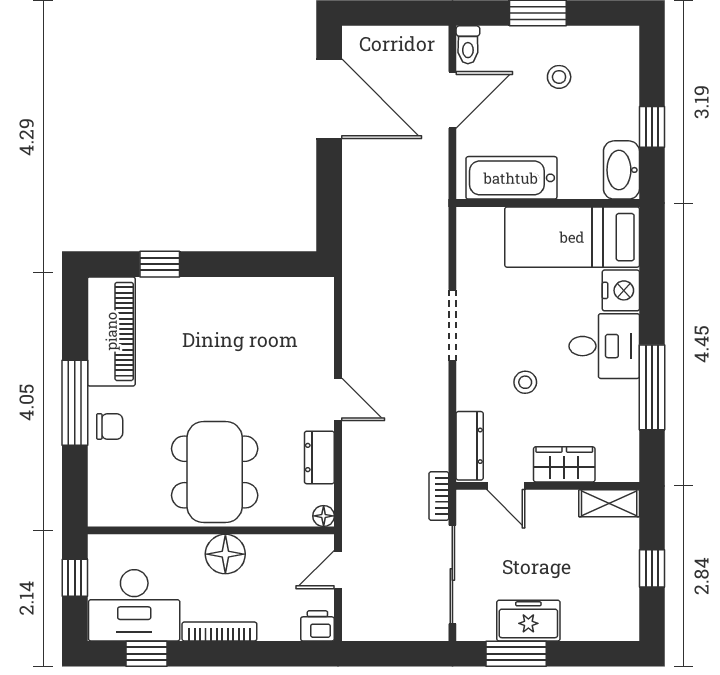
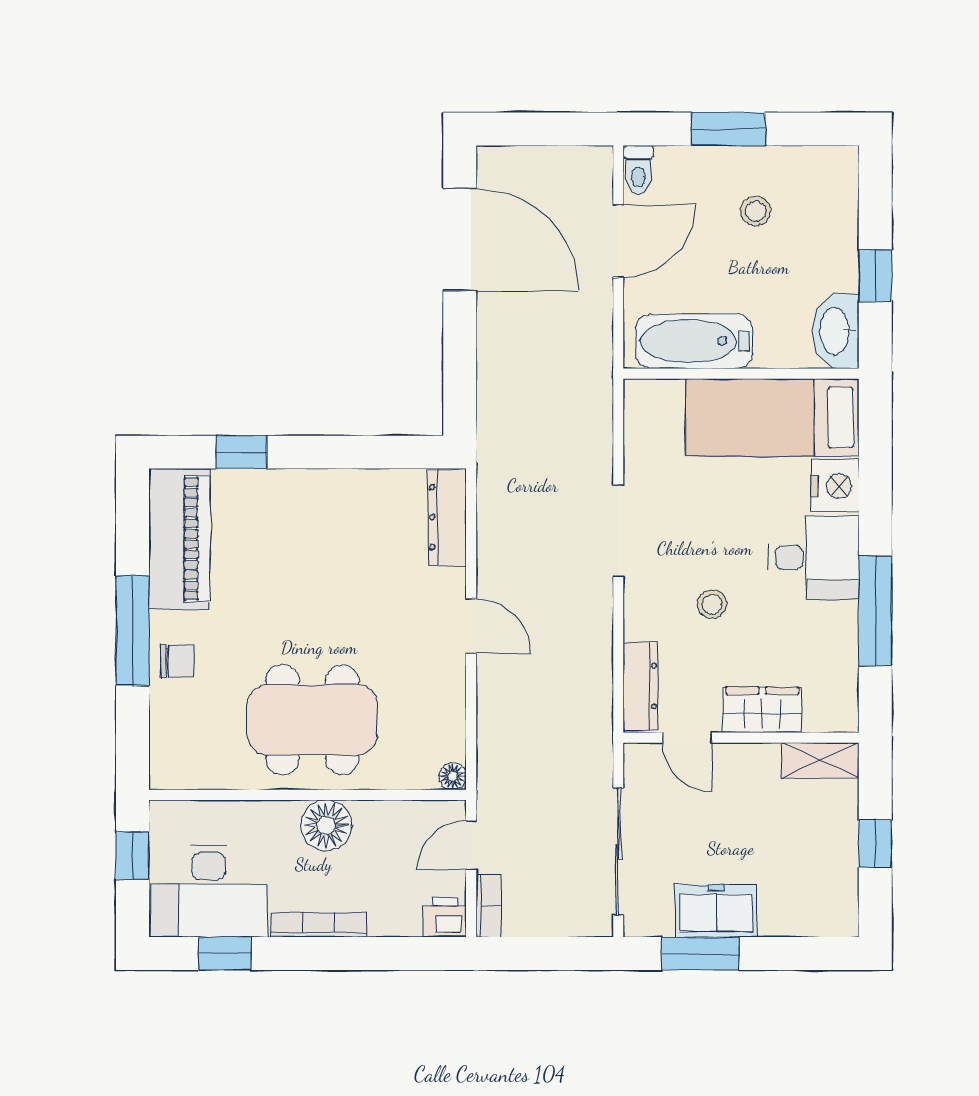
dresser: (319, 457) -> (447, 517), moved, width x1.44
dining table: (215, 472) -> (312, 720), turned 90
bookcase: (439, 496) -> (489, 906), moved, turned 180

